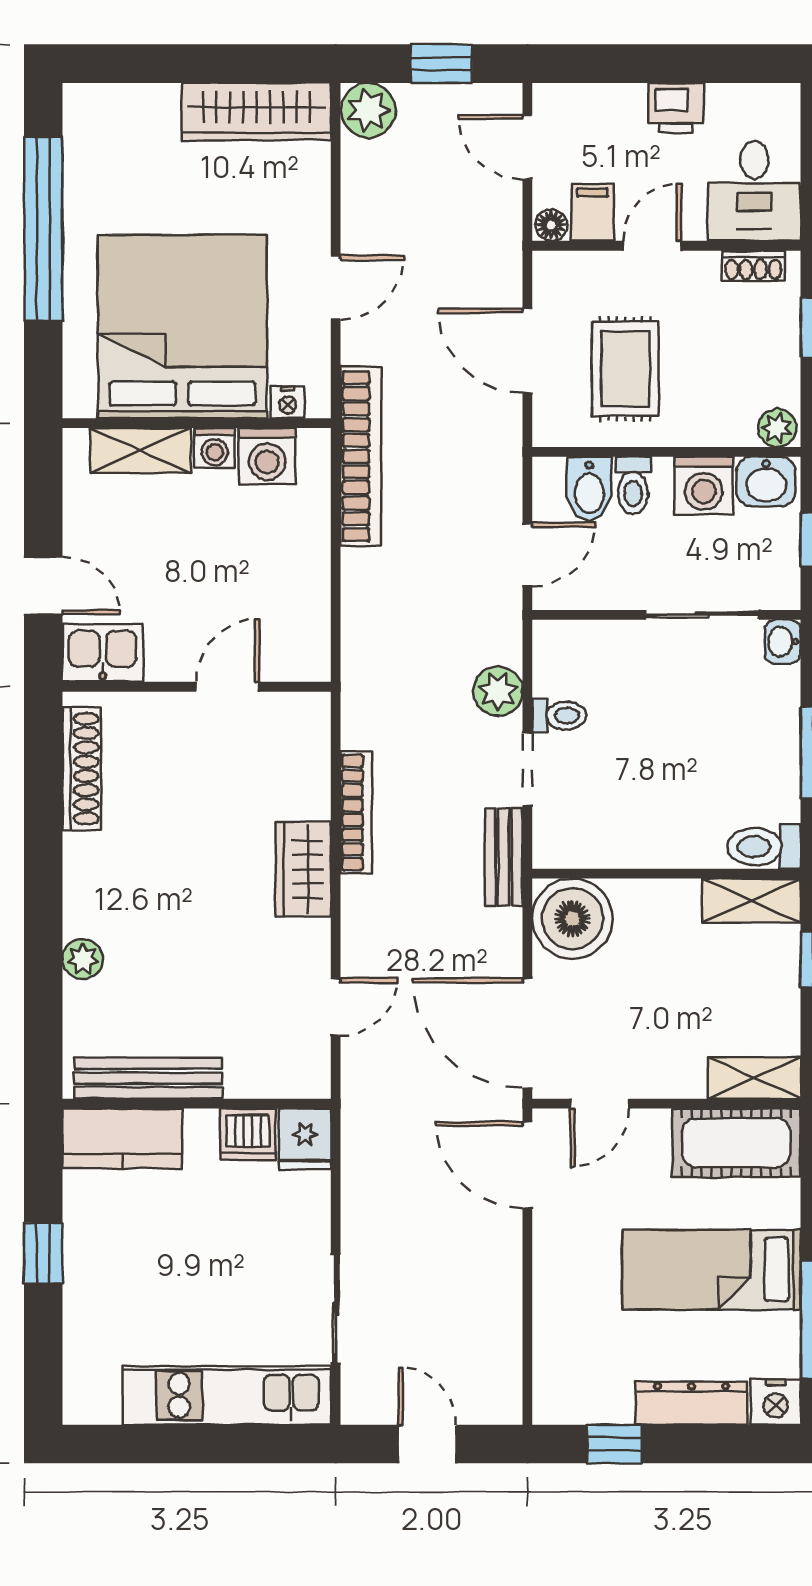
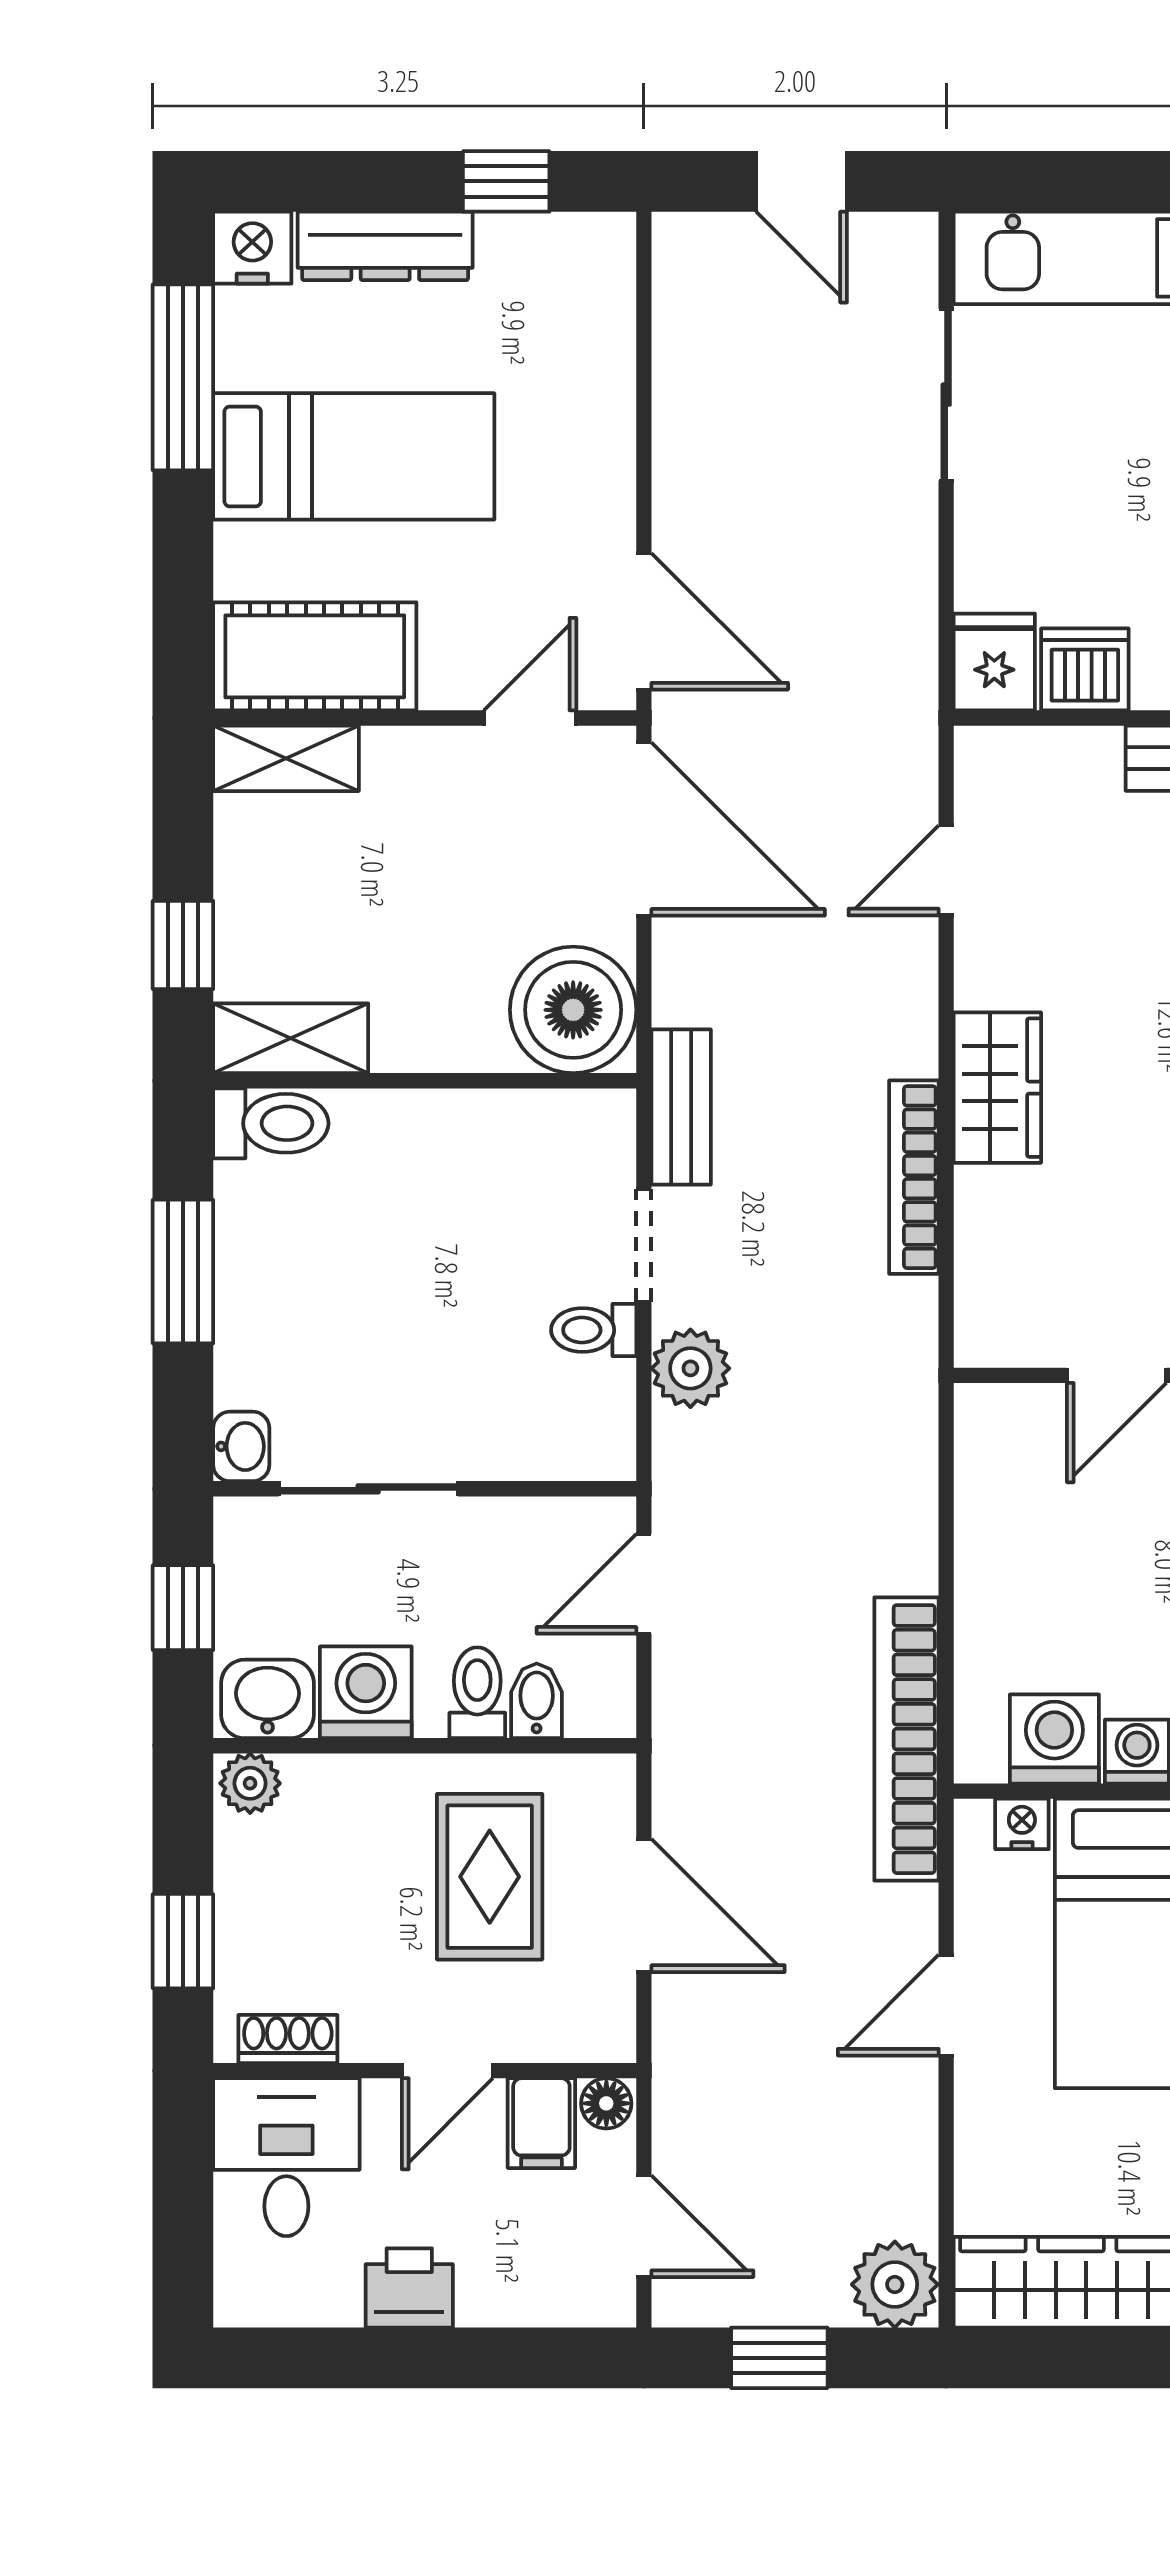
bidet: (589, 489) -> (537, 1701), width x0.72, depth x0.74

